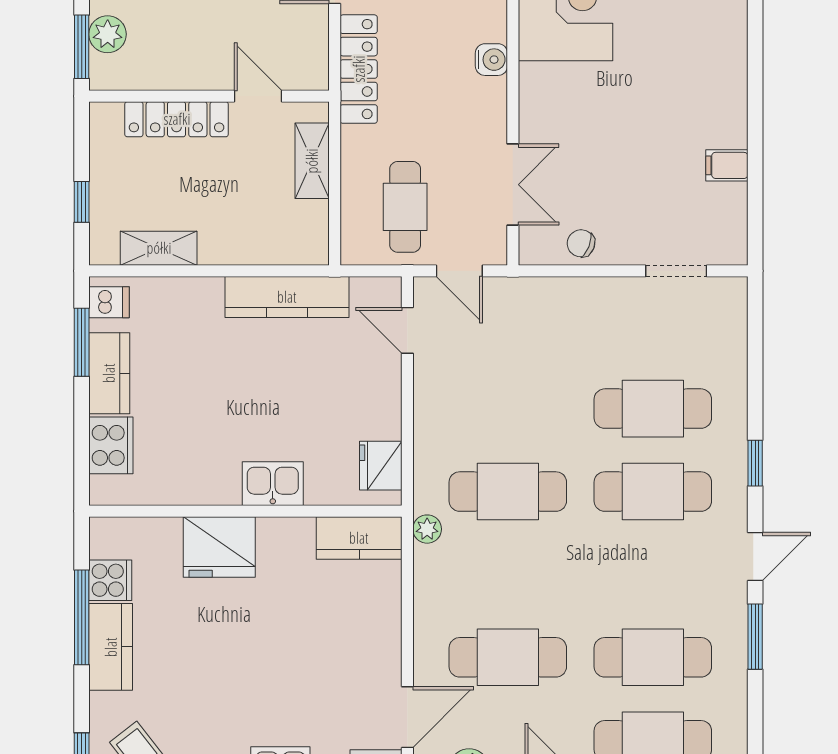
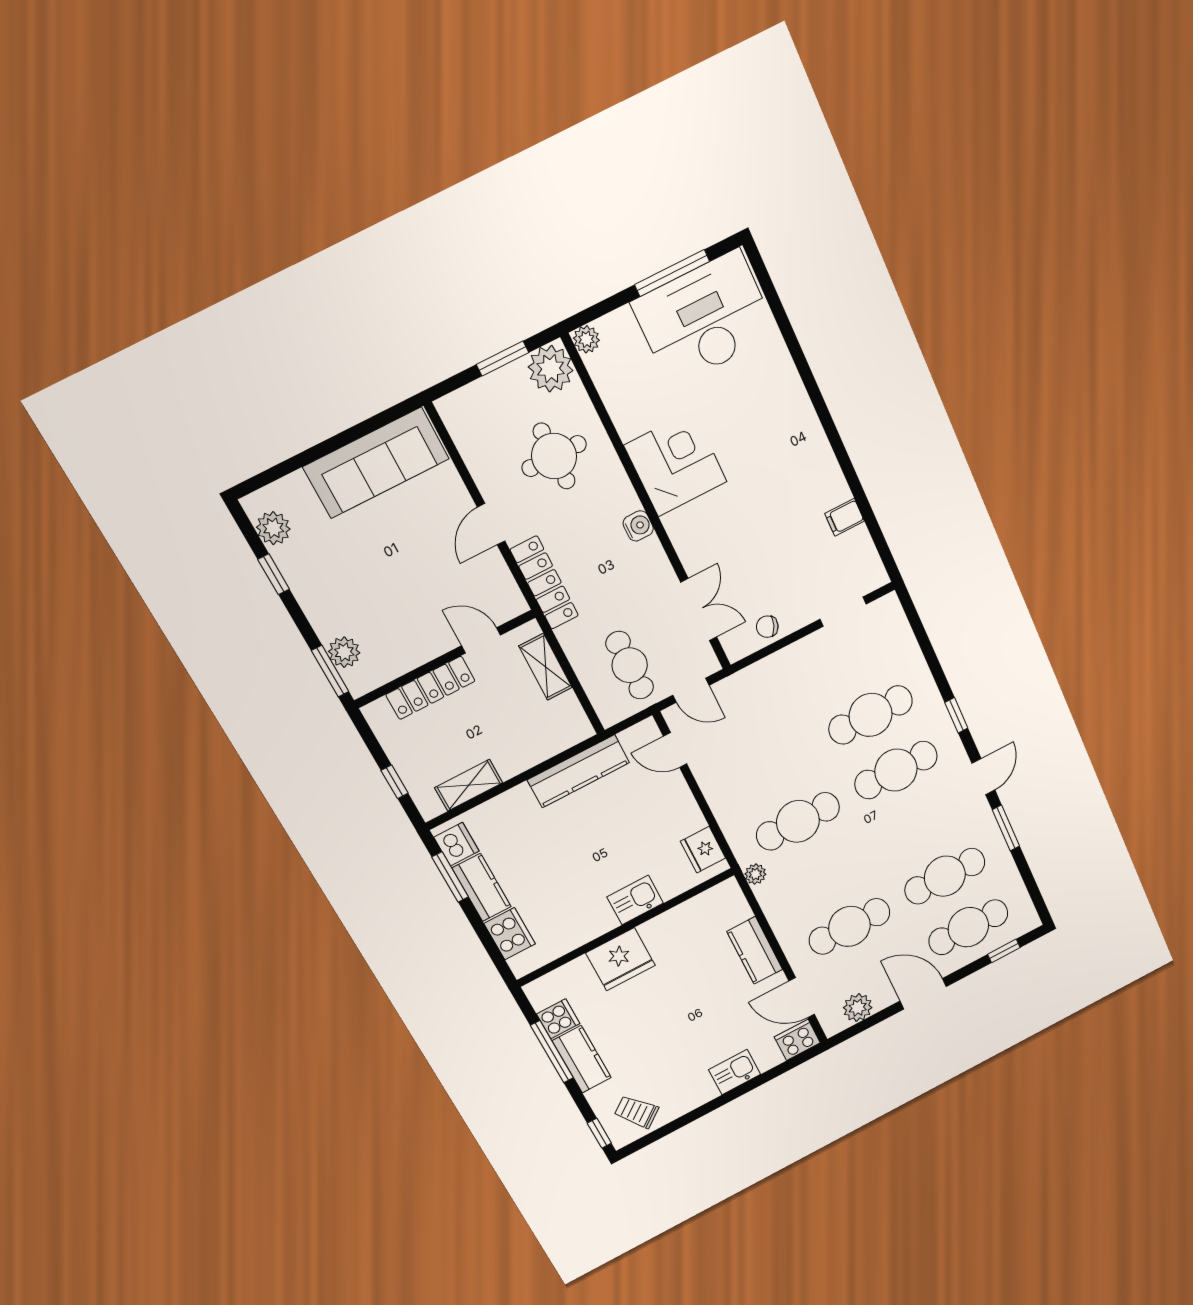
dishwasher: (109, 302) -> (456, 844), width x1.38
kitchen counter: (359, 538) -> (755, 950), moved, turned 90
door: (407, 717) -> (802, 998), swing flipped

